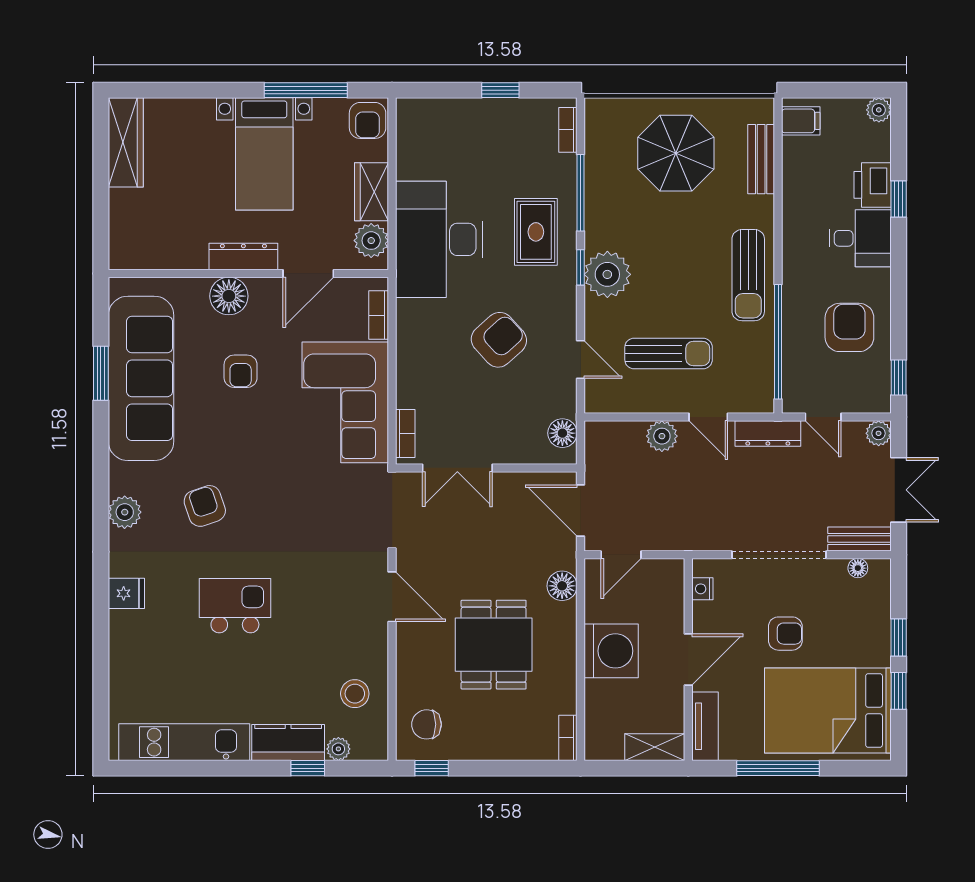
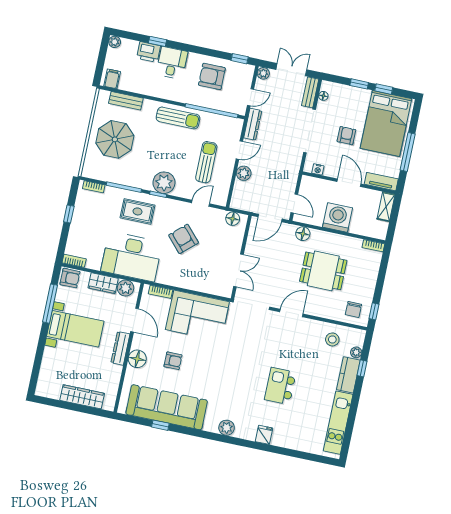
wardrobe: (126, 142) -> (82, 397), moved
window: (101, 373) -> (160, 425), width x0.67
bookcase: (405, 433) -> (74, 261), moved
armchair: (205, 506) -> (231, 390), removed

